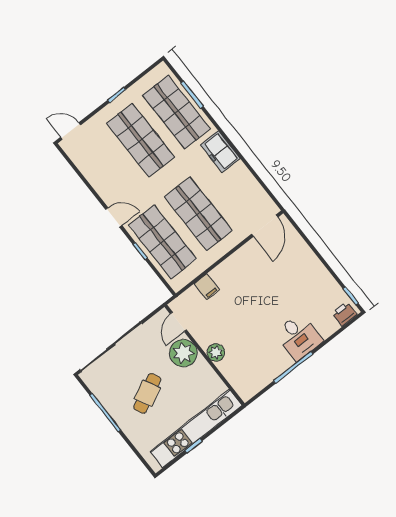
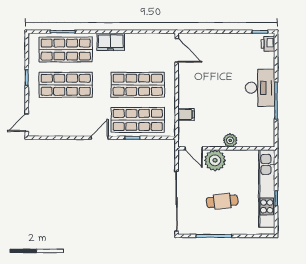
desk: (299, 337) -> (260, 88), width x1.37
cafe table: (147, 393) -> (222, 201), turned -69

